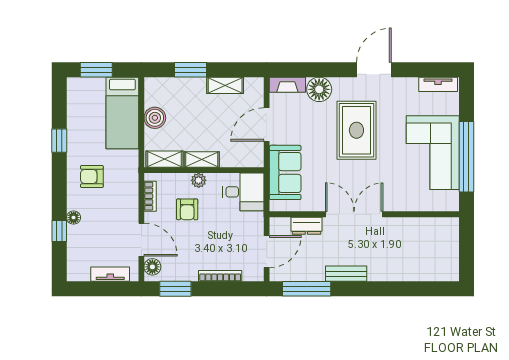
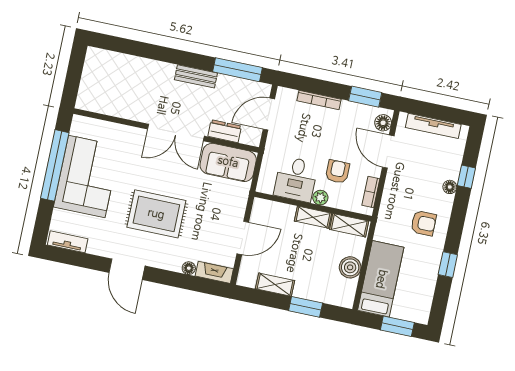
door: (374, 70) -> (127, 269), hinge flipped
floor lamp: (319, 89) -> (189, 268), width x0.53, depth x0.53
rug: (356, 130) -> (156, 214), turned 90
sofa: (285, 172) -> (228, 162), moved, turned -90
desk: (243, 192) -> (296, 179), moved, turned -90
tv unit: (110, 274) -> (433, 126), width x1.41

